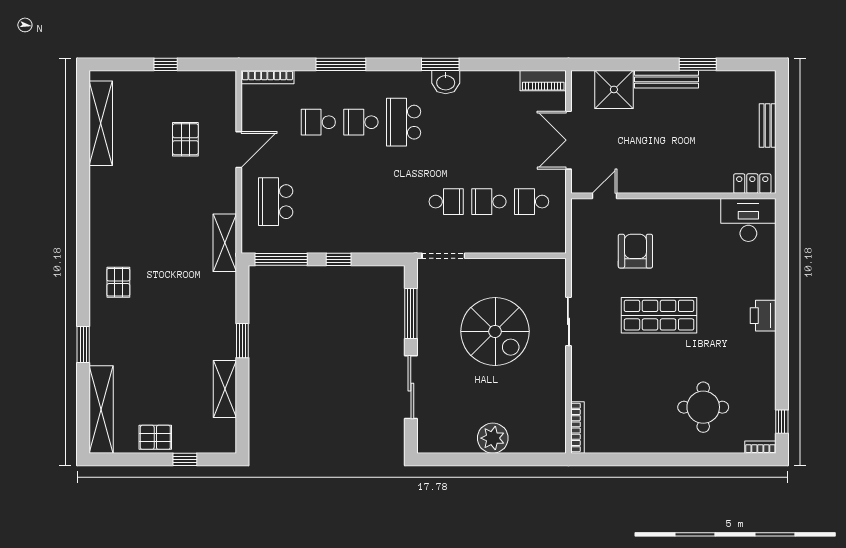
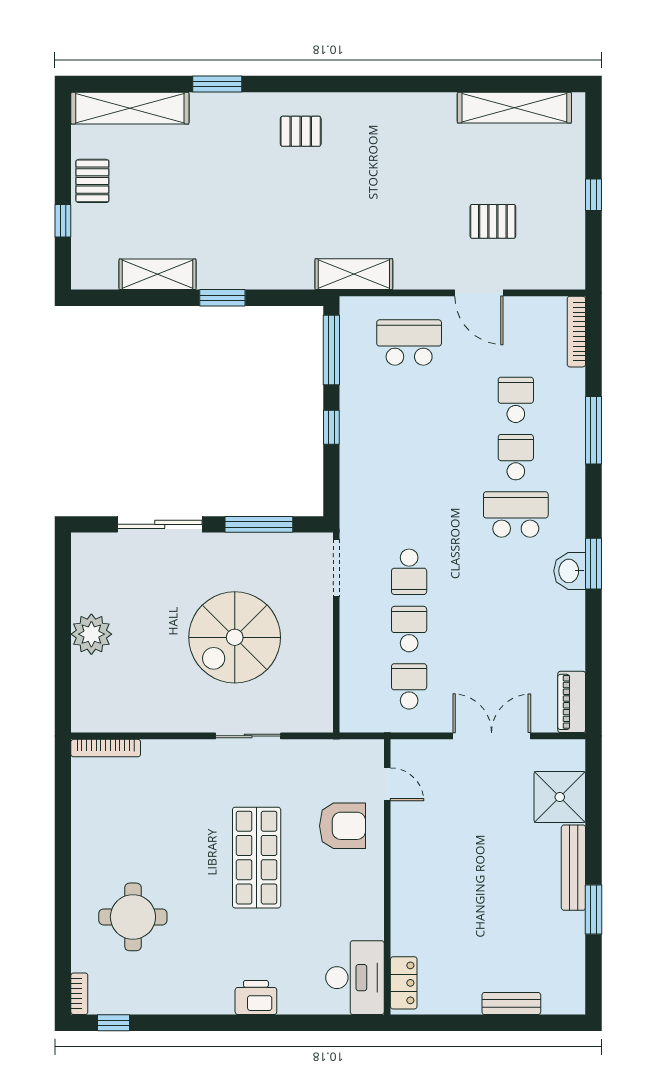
locker: (752, 184) -> (404, 983), moved
door: (605, 196) -> (387, 784), moved
wall: (673, 196) -> (387, 877), moved
desk: (748, 220) -> (355, 978), moved

